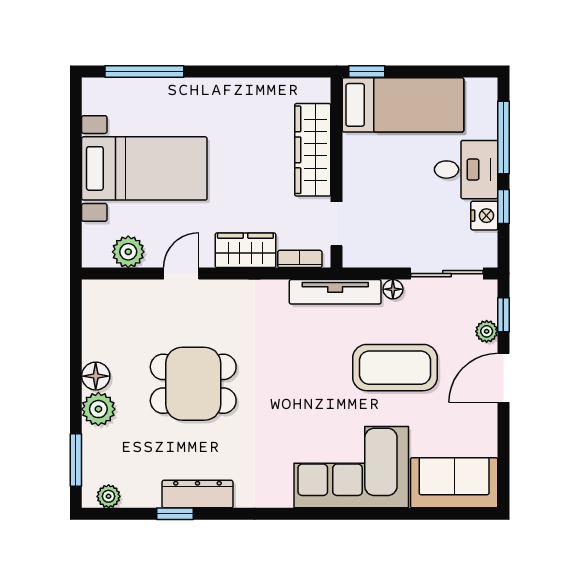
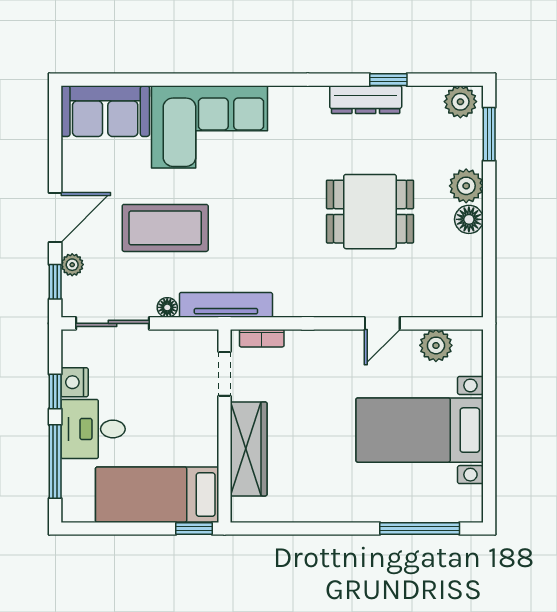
wardrobe: (245, 250) -> (317, 347), removed
plant: (109, 496) -> (460, 102), width x1.38, depth x1.38

